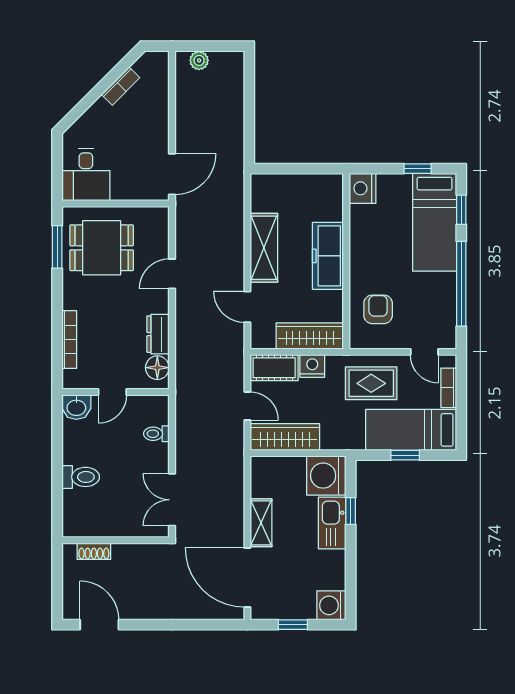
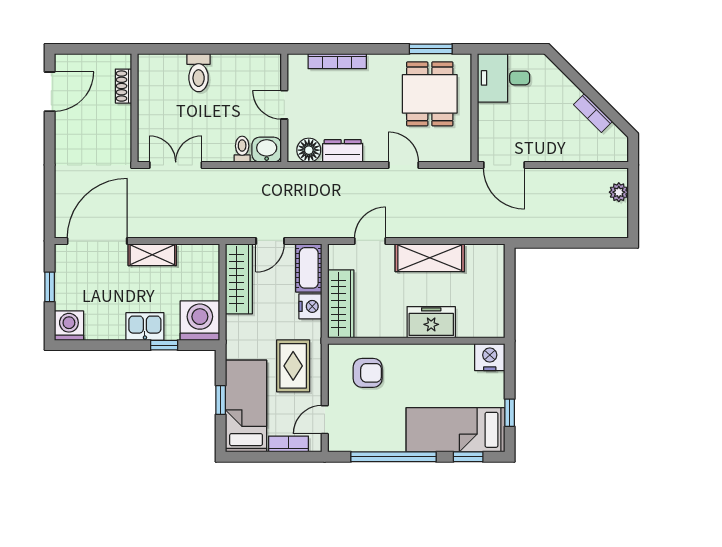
freezer: (328, 256) -> (431, 322), width x0.71
washbasin: (76, 407) -> (267, 150), moved, turned 90
kitchen sink: (332, 523) -> (145, 327), width x0.73

